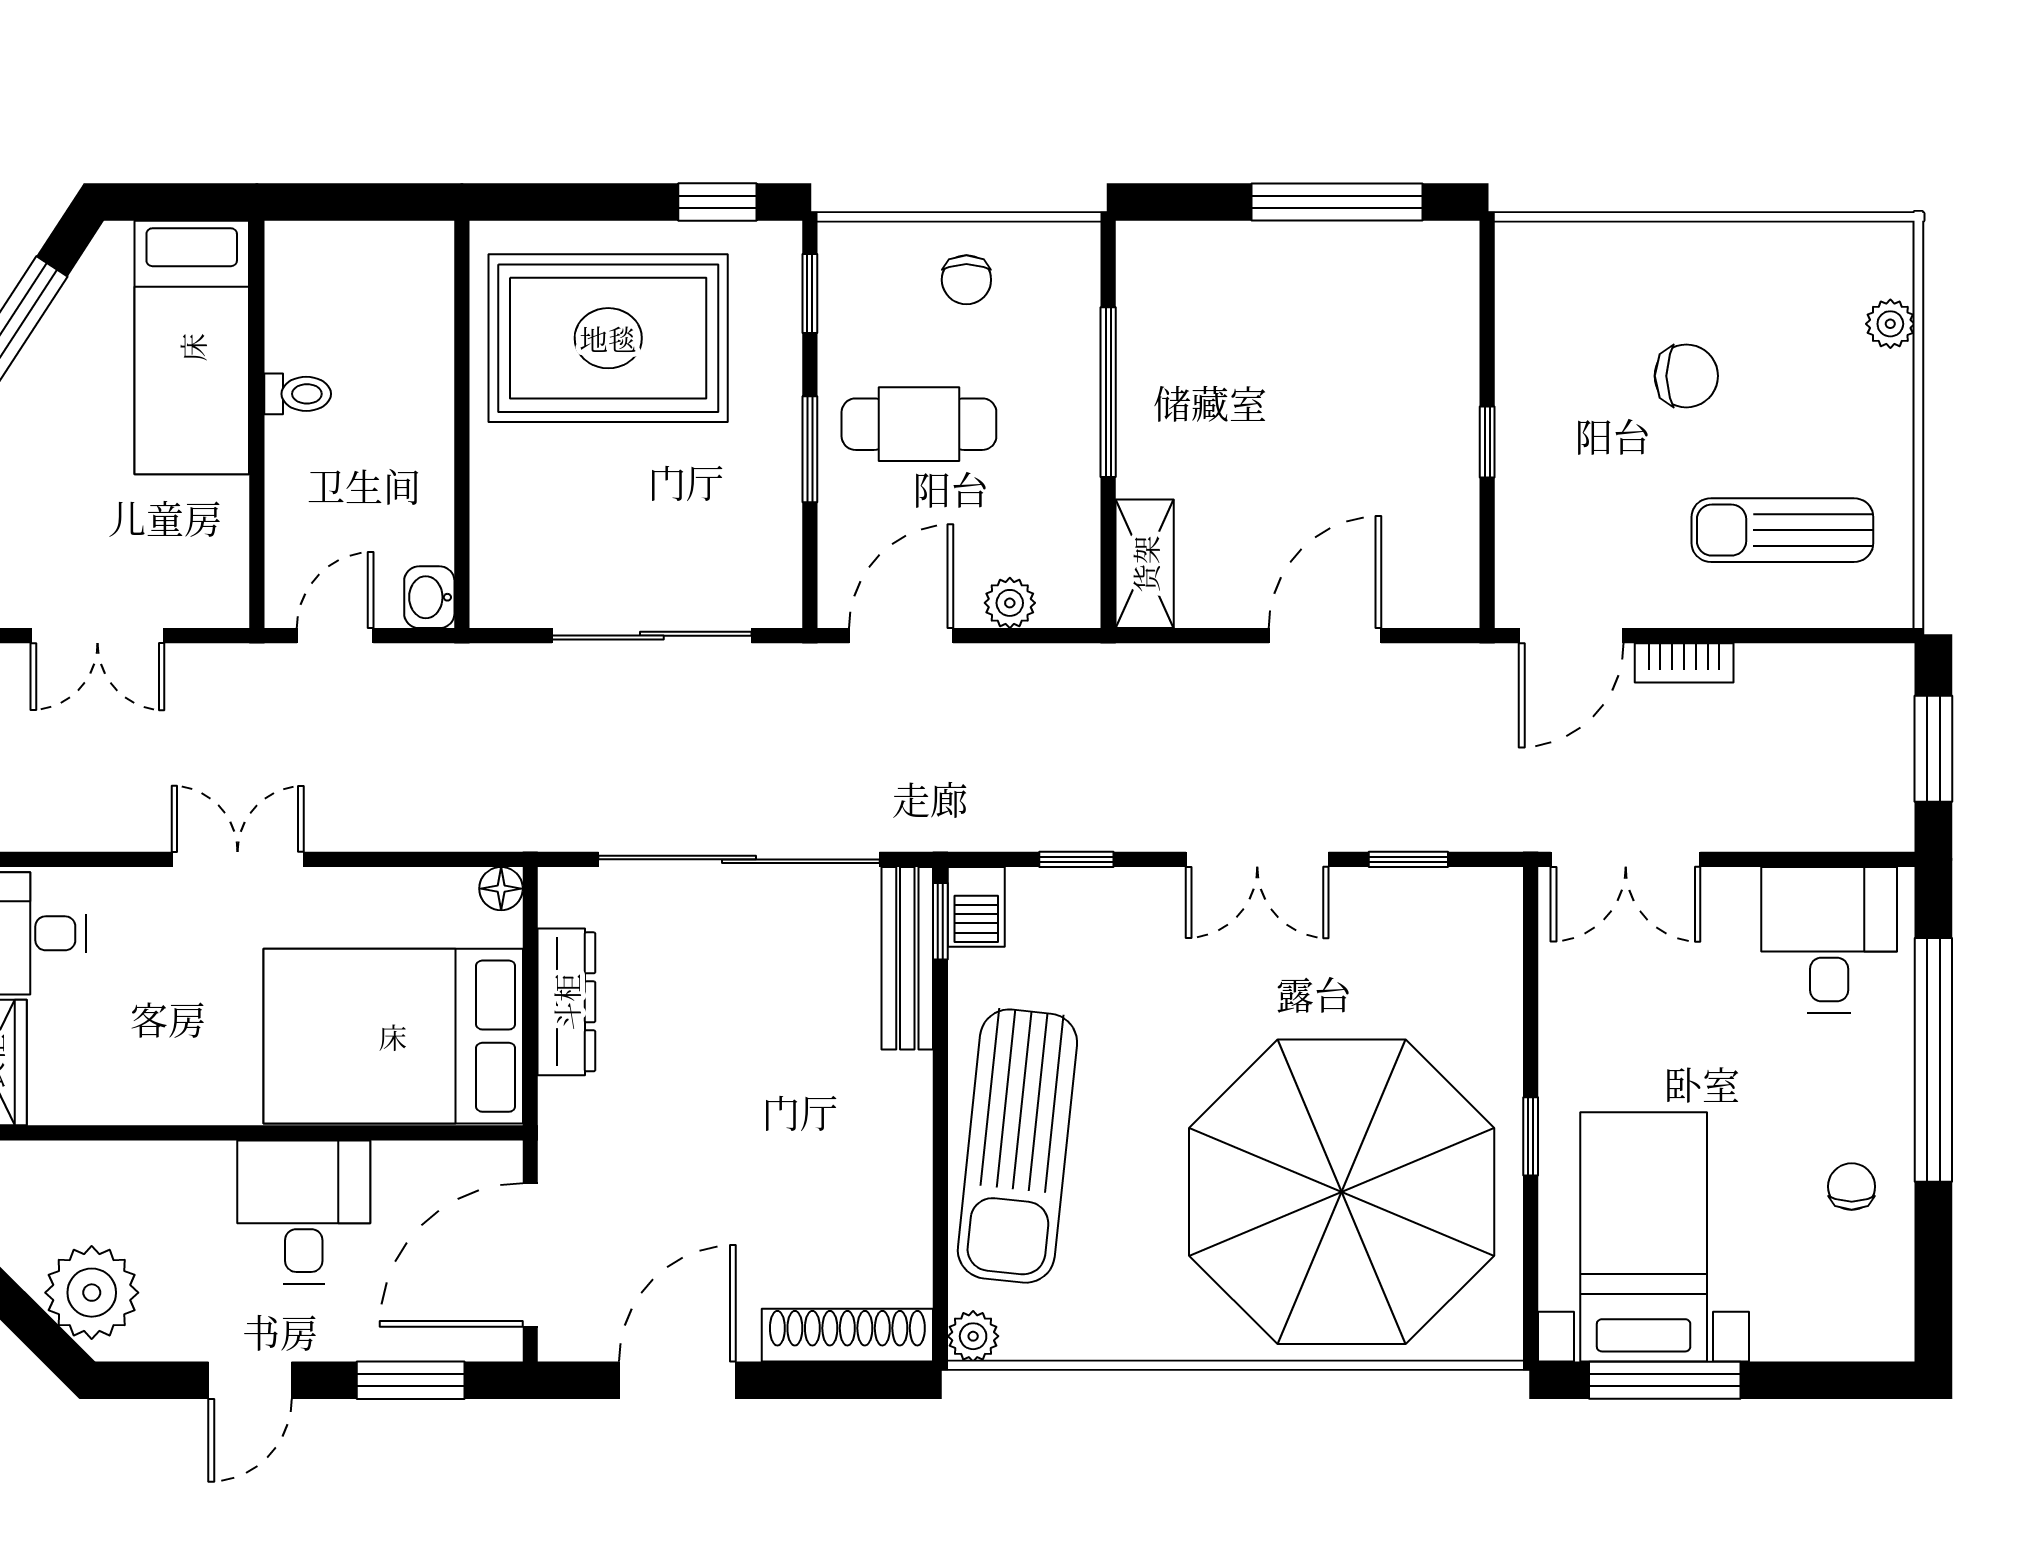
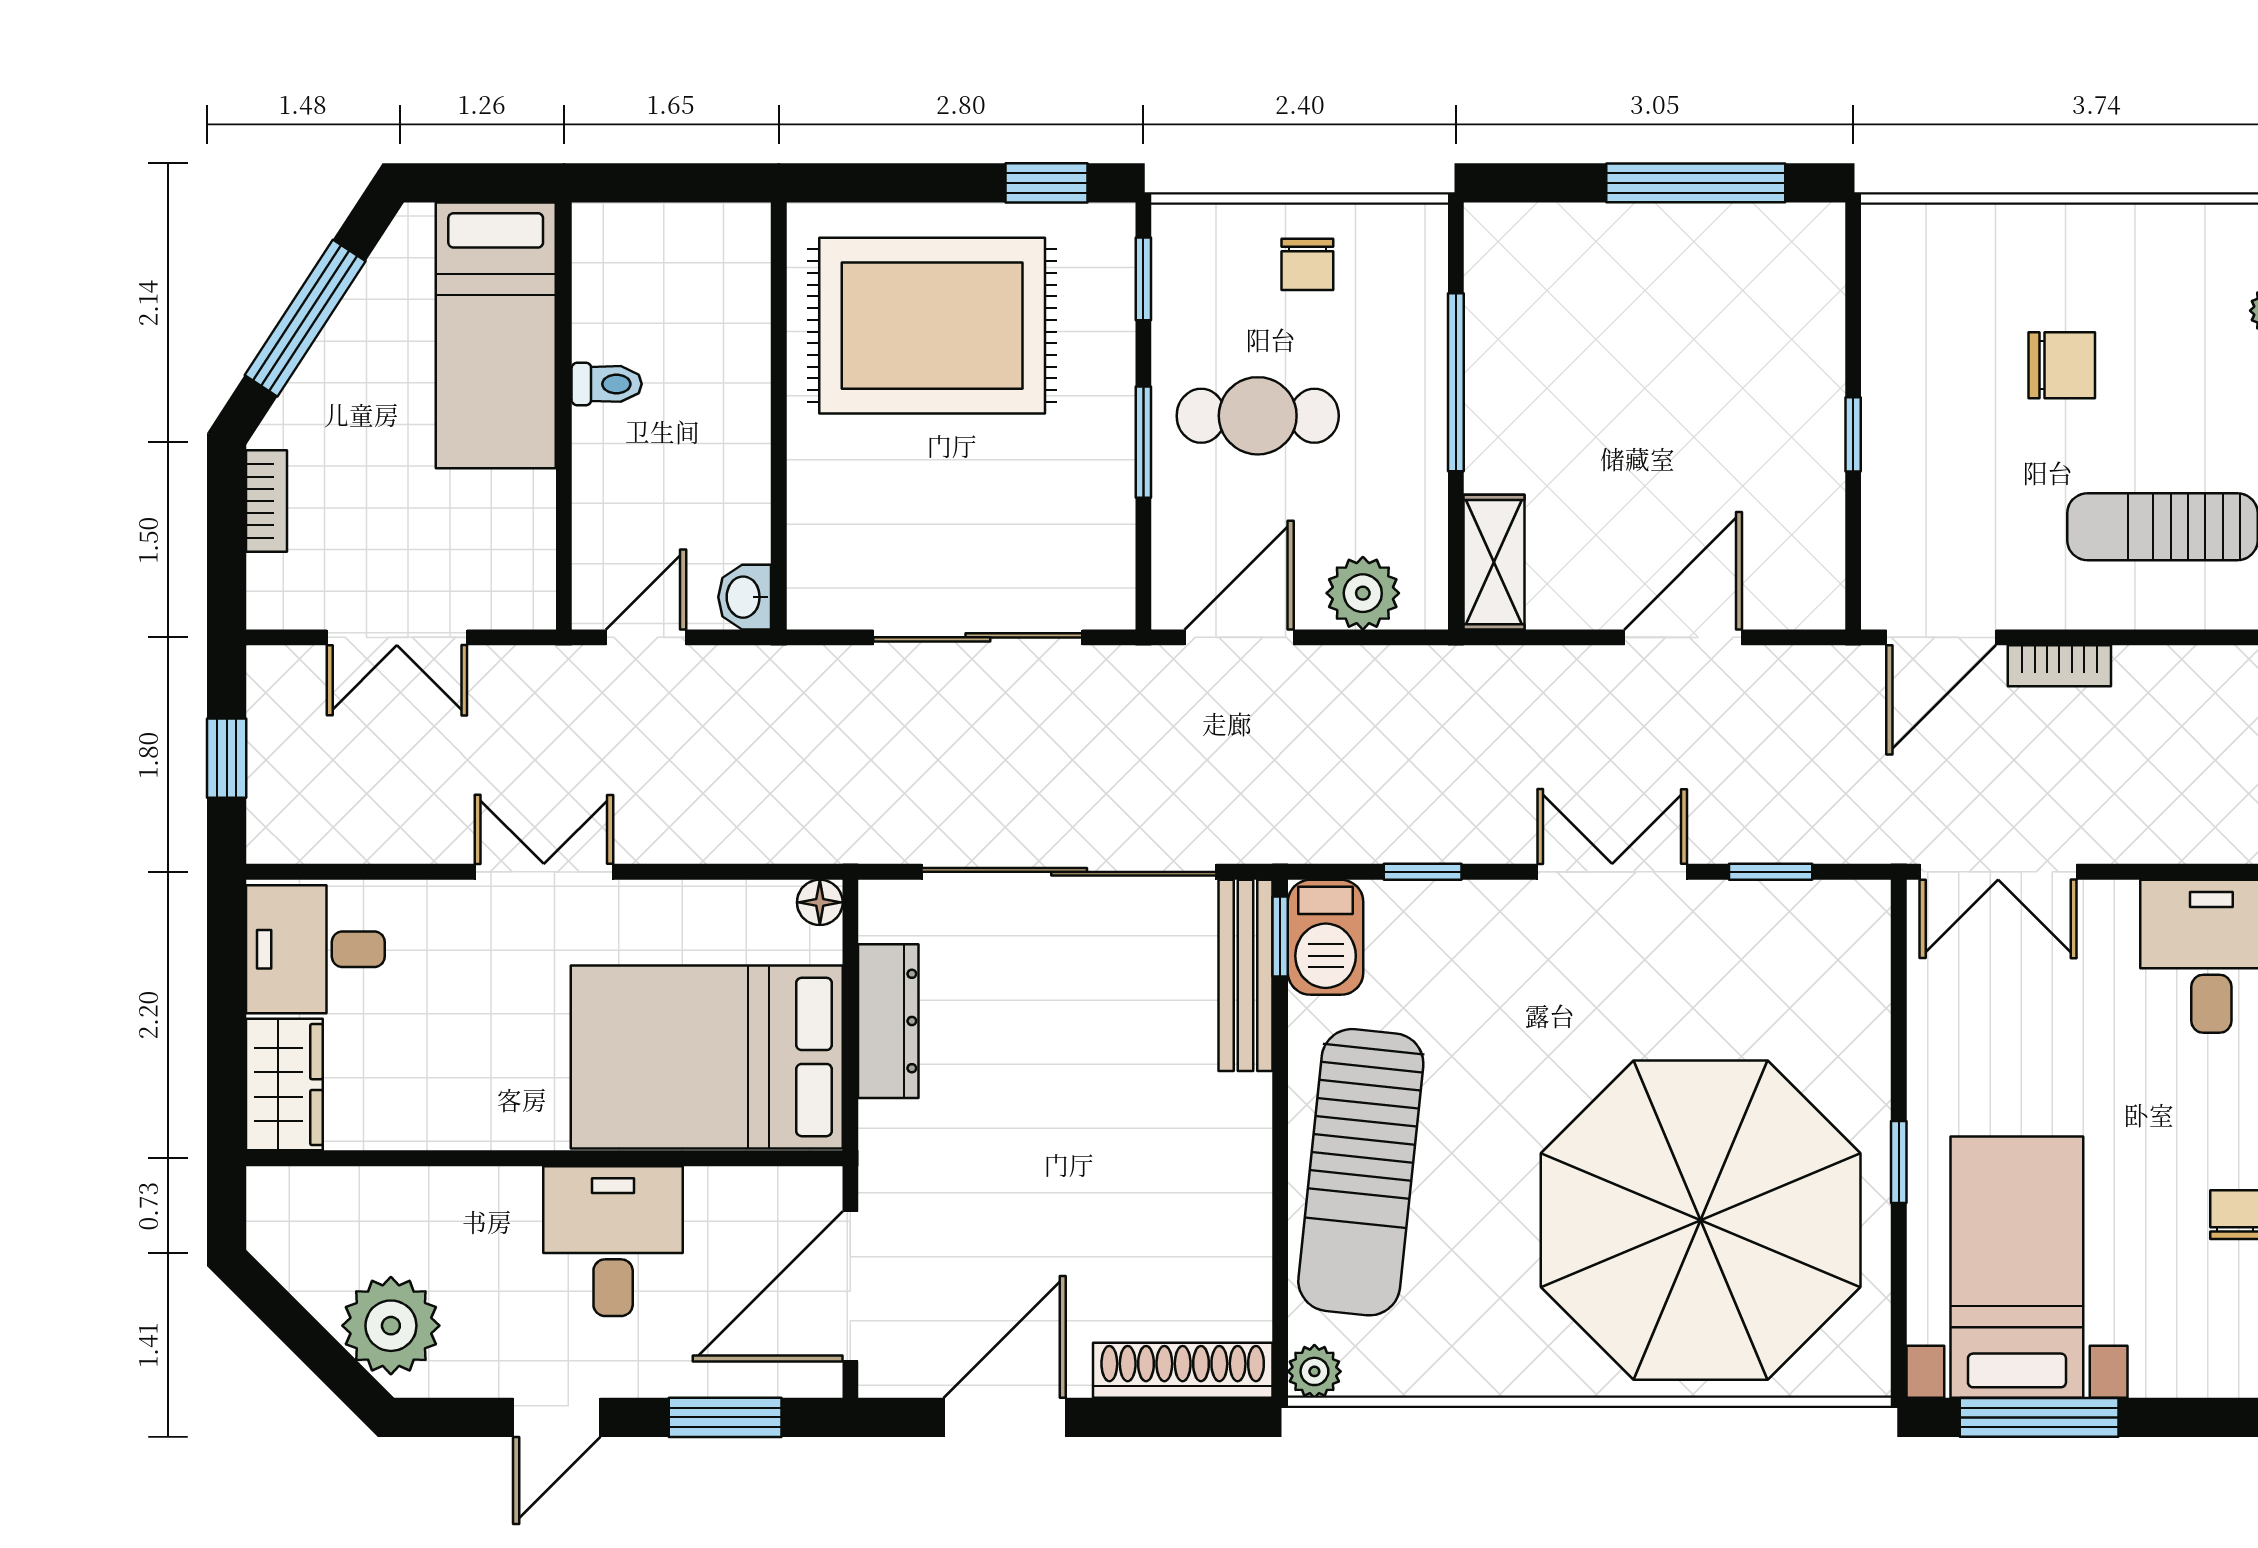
plant: (1010, 603) -> (1363, 593), width x1.38, depth x1.38
double door: (1257, 859) -> (1612, 872), swing flipped
barbecue: (976, 907) -> (1326, 937), width x1.38, depth x1.27

